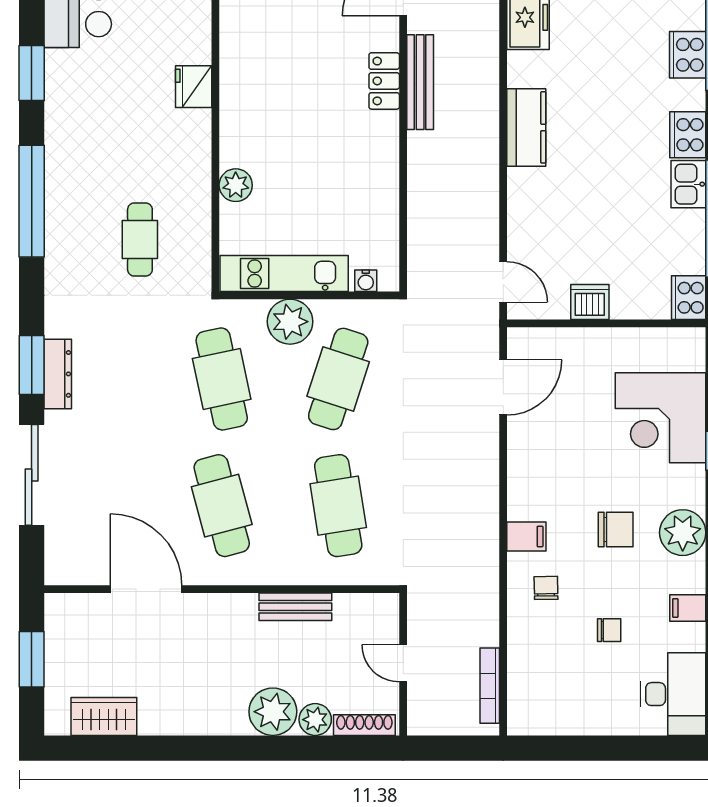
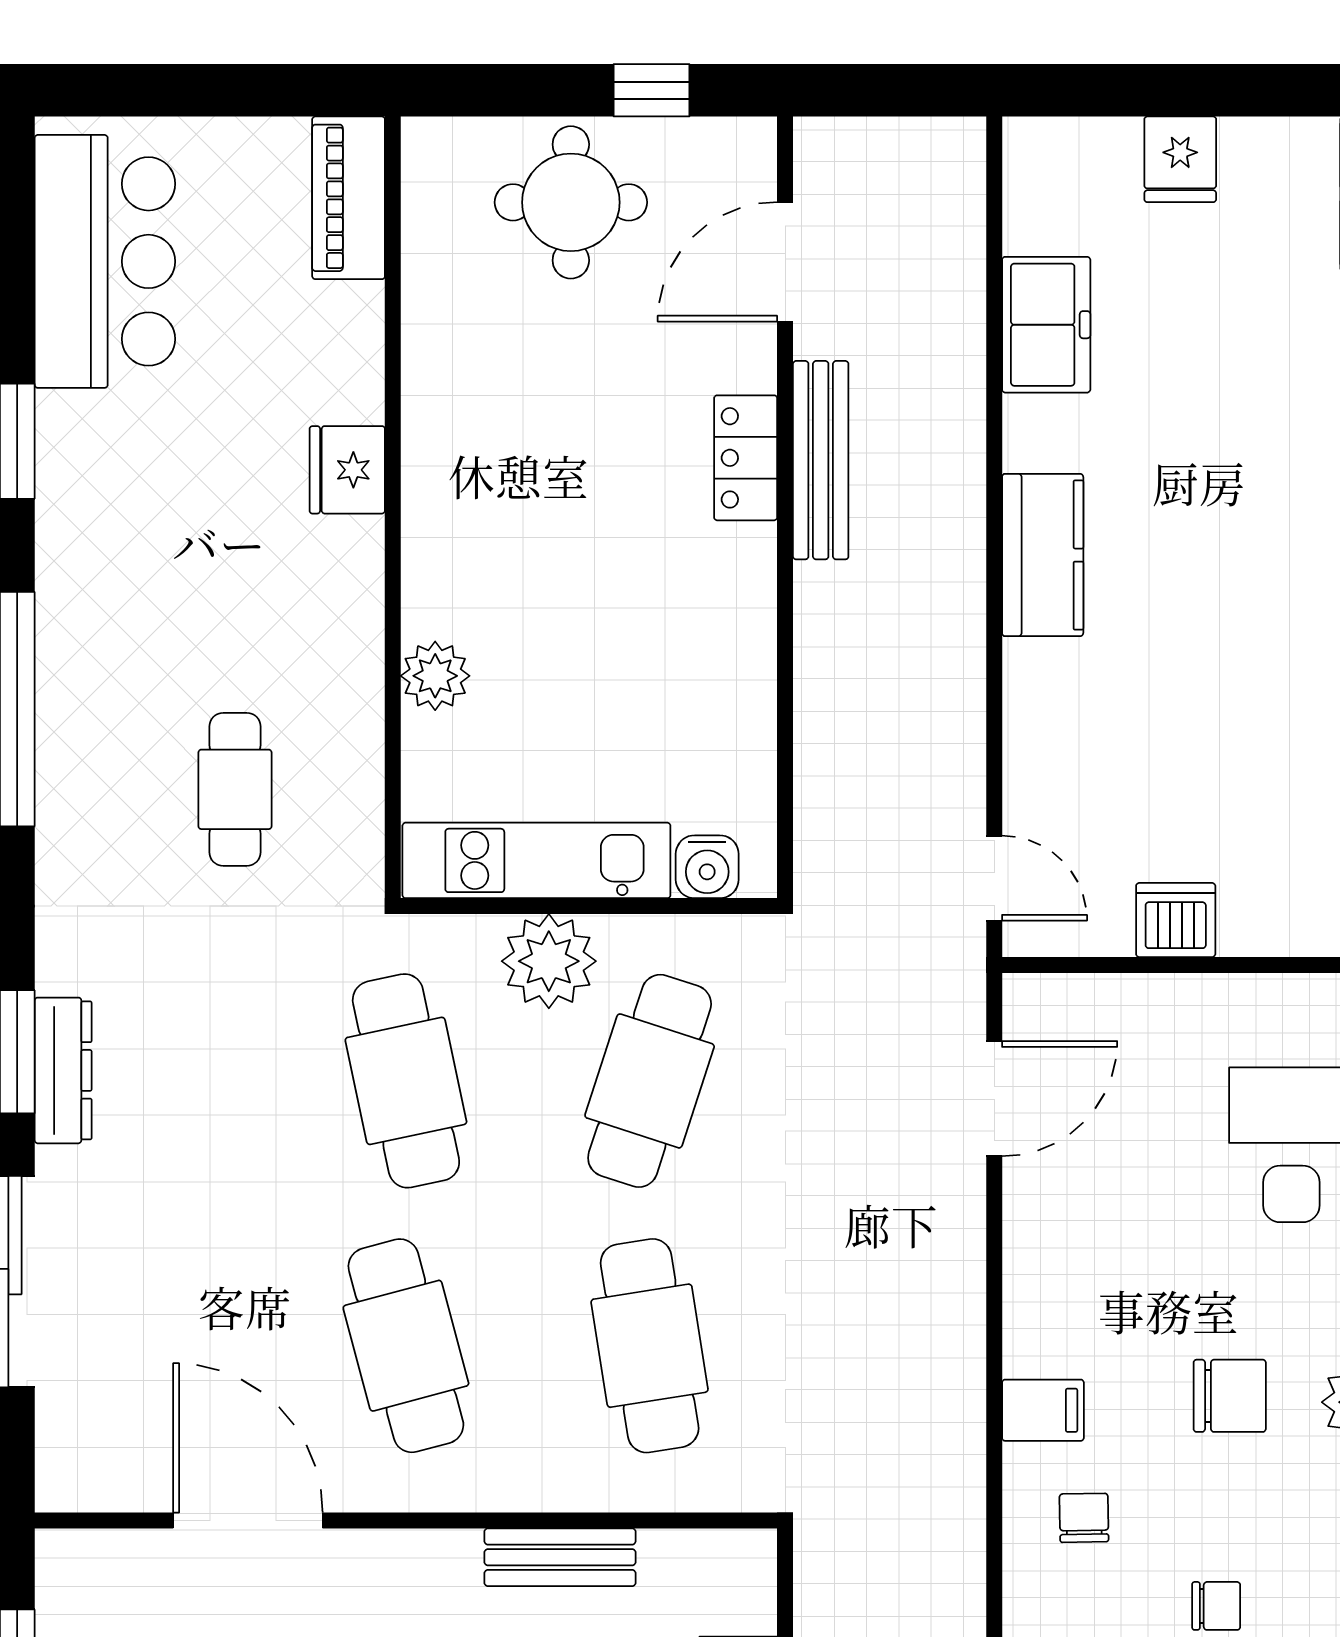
water cooler: (366, 281) -> (707, 867), width x1.38, depth x1.38

